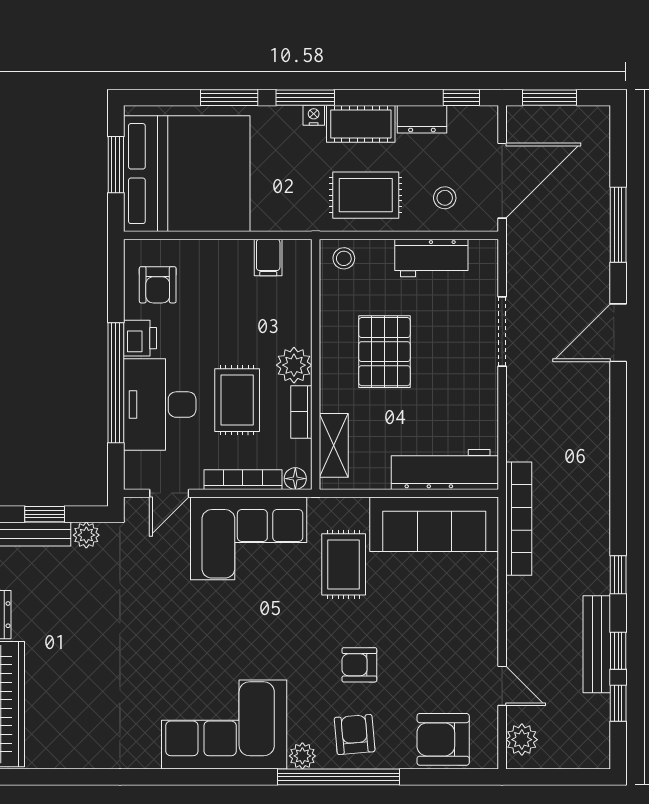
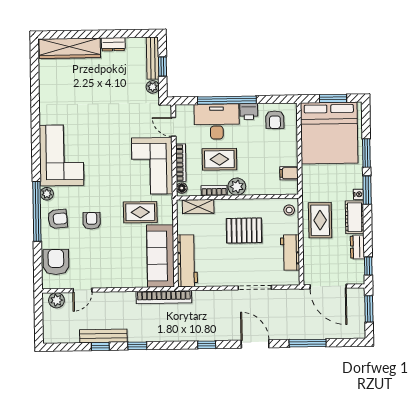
stool: (445, 198) -> (319, 259), removed
armchair: (158, 285) -> (275, 120), turned -90
window: (618, 703) -> (207, 345), moved

